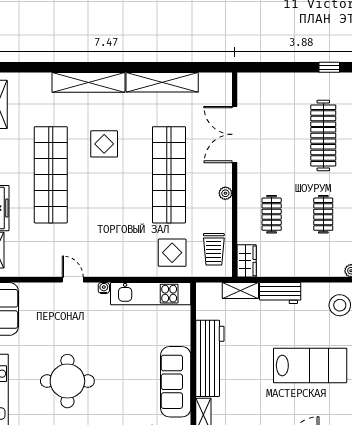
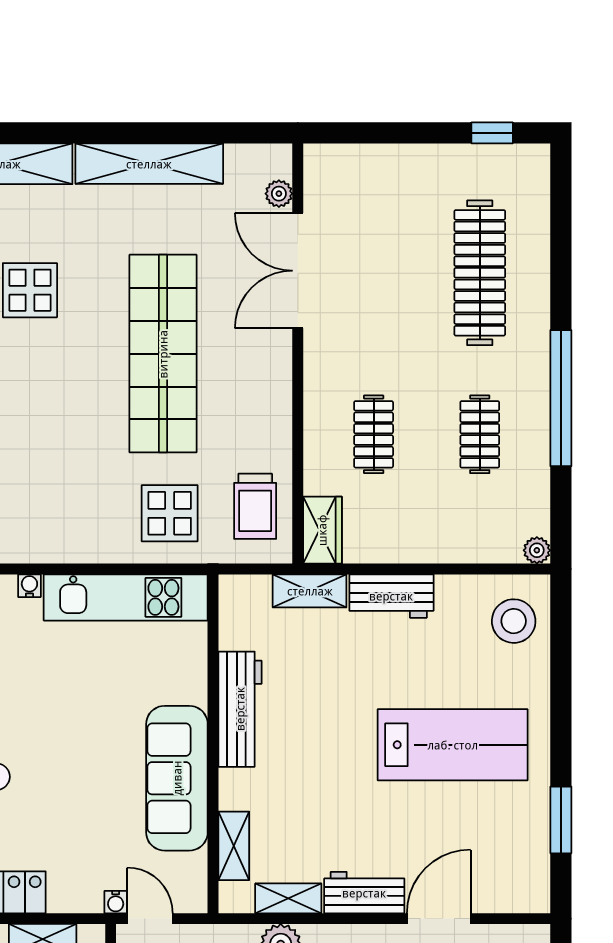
plant: (225, 193) -> (279, 194), moved
workbench: (210, 358) -> (240, 709), width x0.73, depth x0.76

